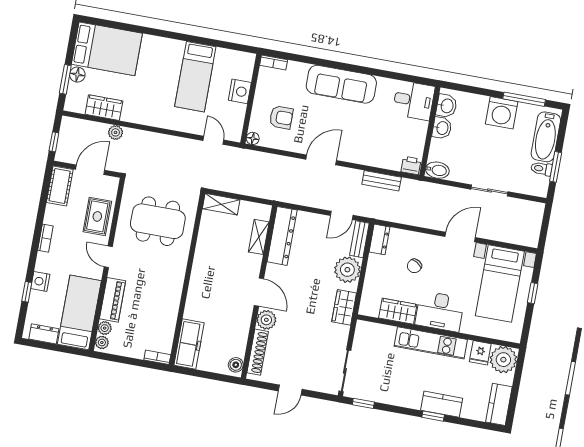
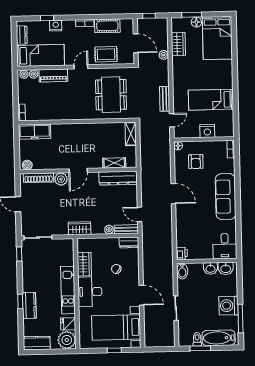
bench: (382, 181) -> (165, 99), moved
cot: (60, 186) -> (107, 26), moved
plant: (347, 270) -> (109, 230), width x0.53, depth x0.53

